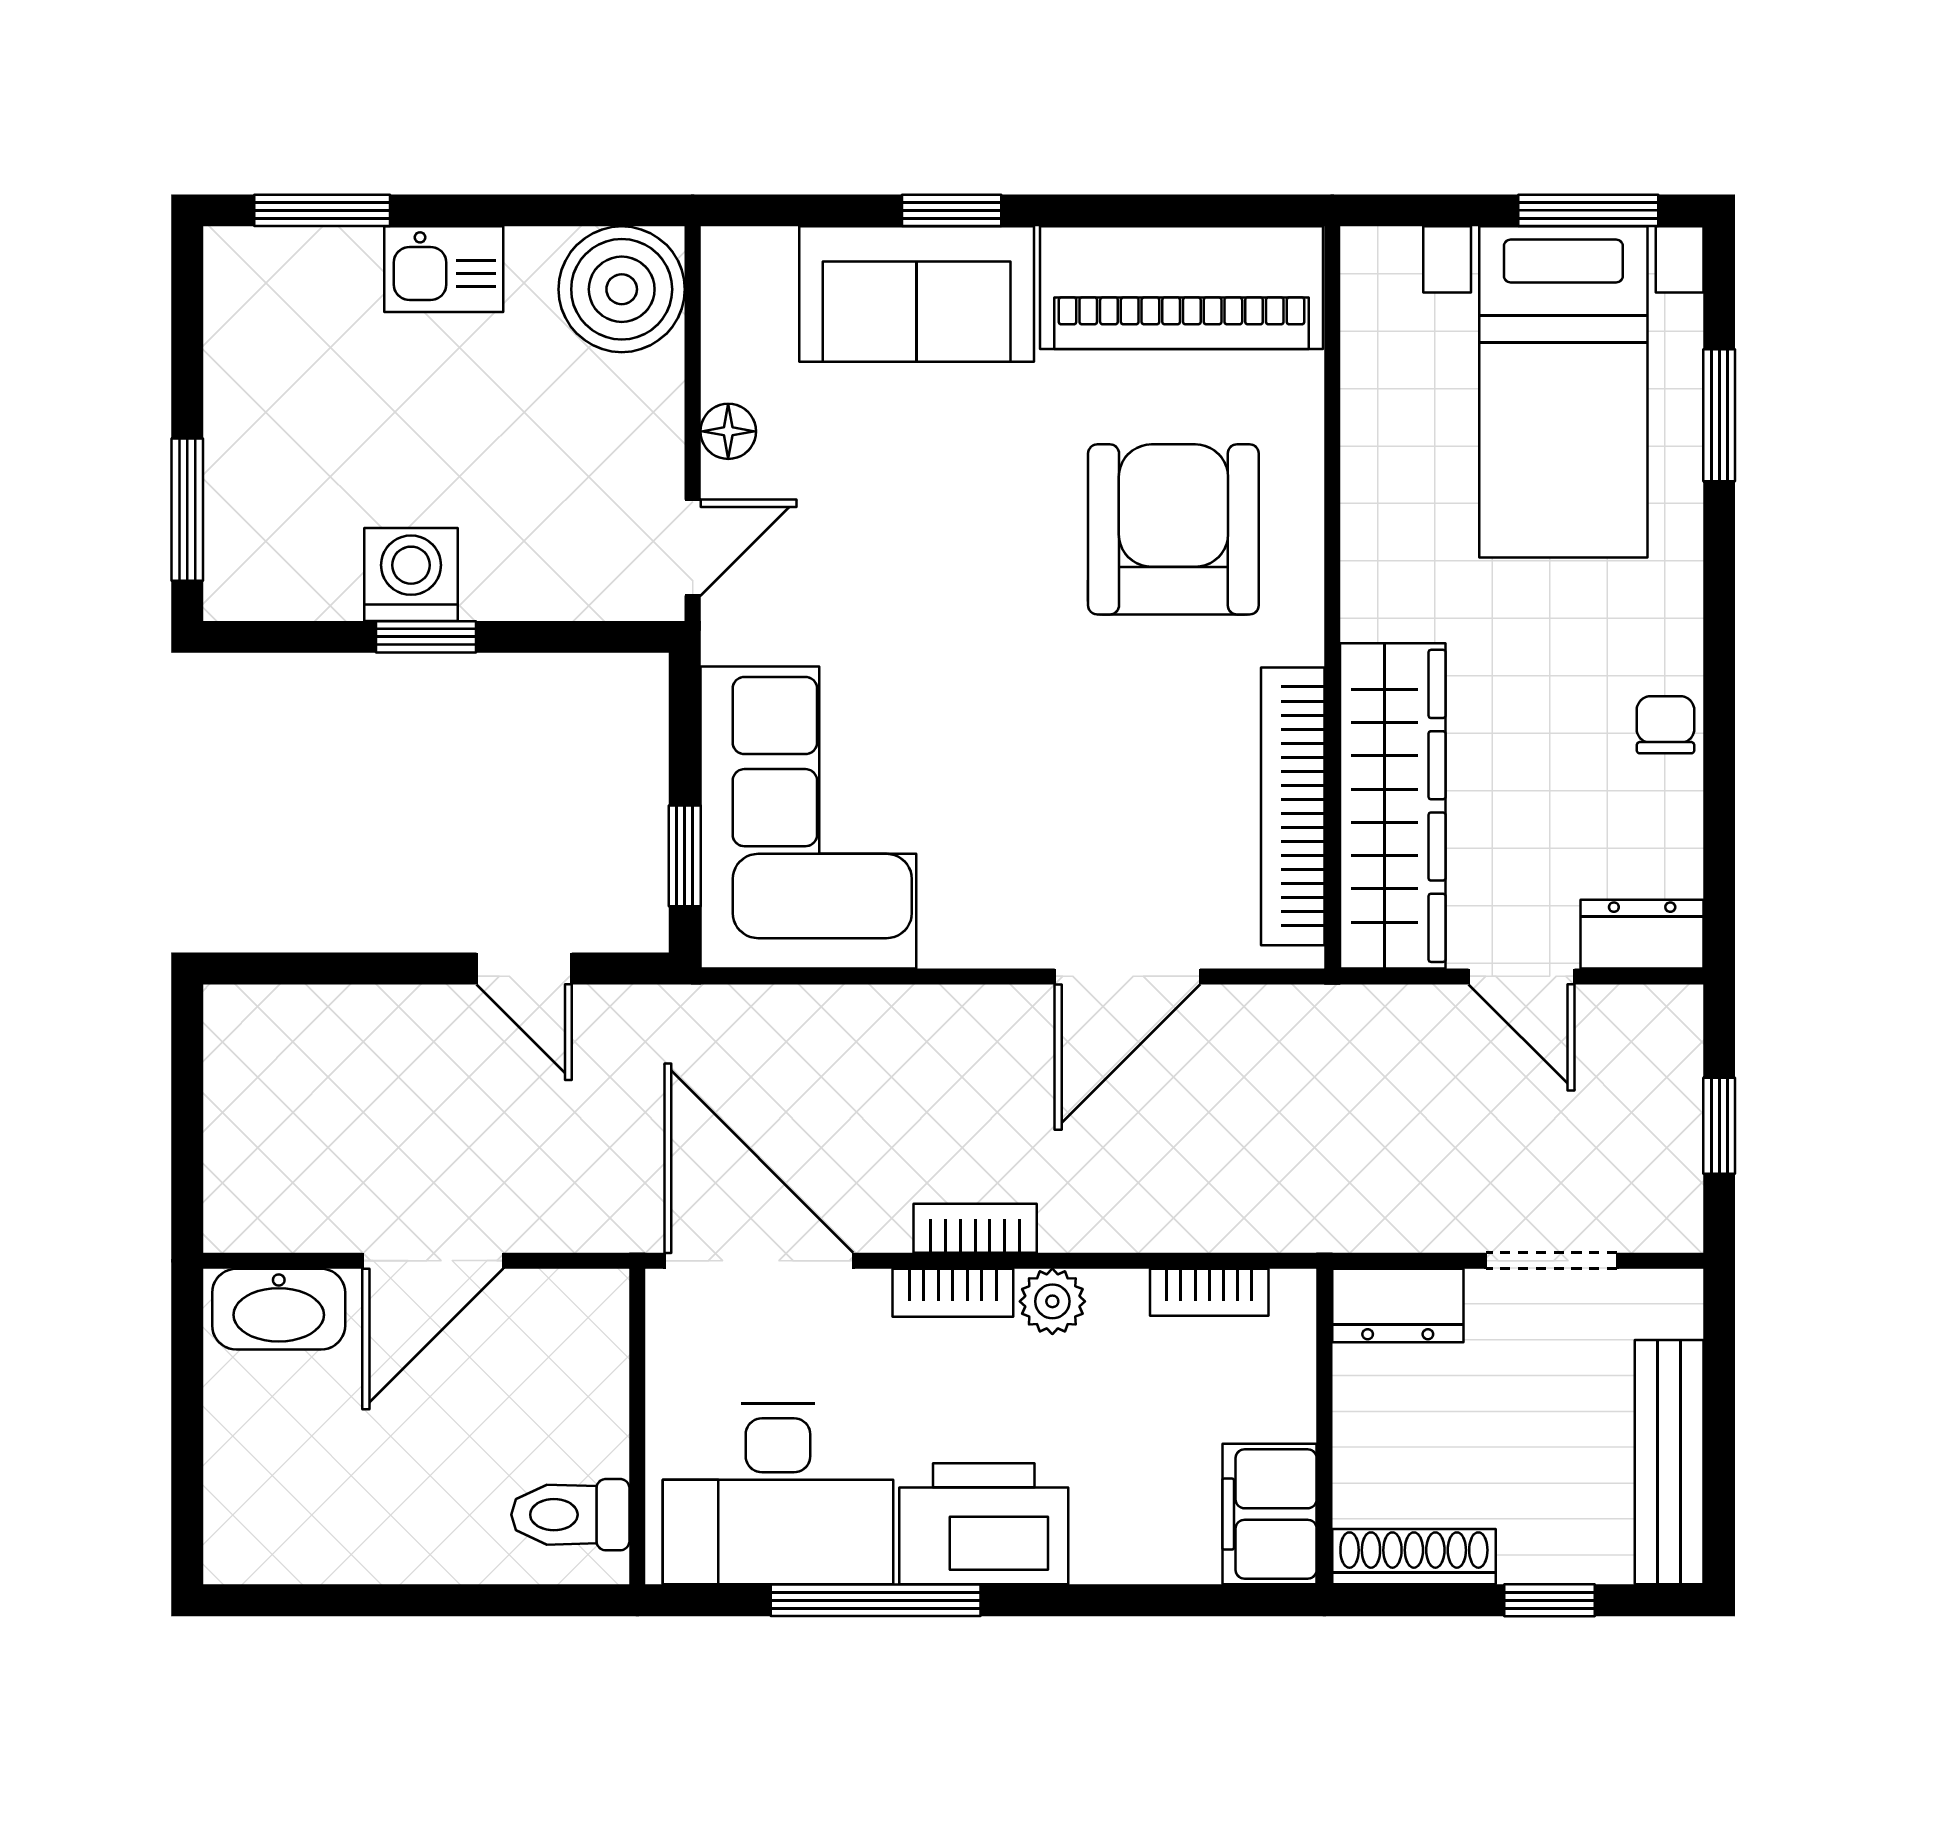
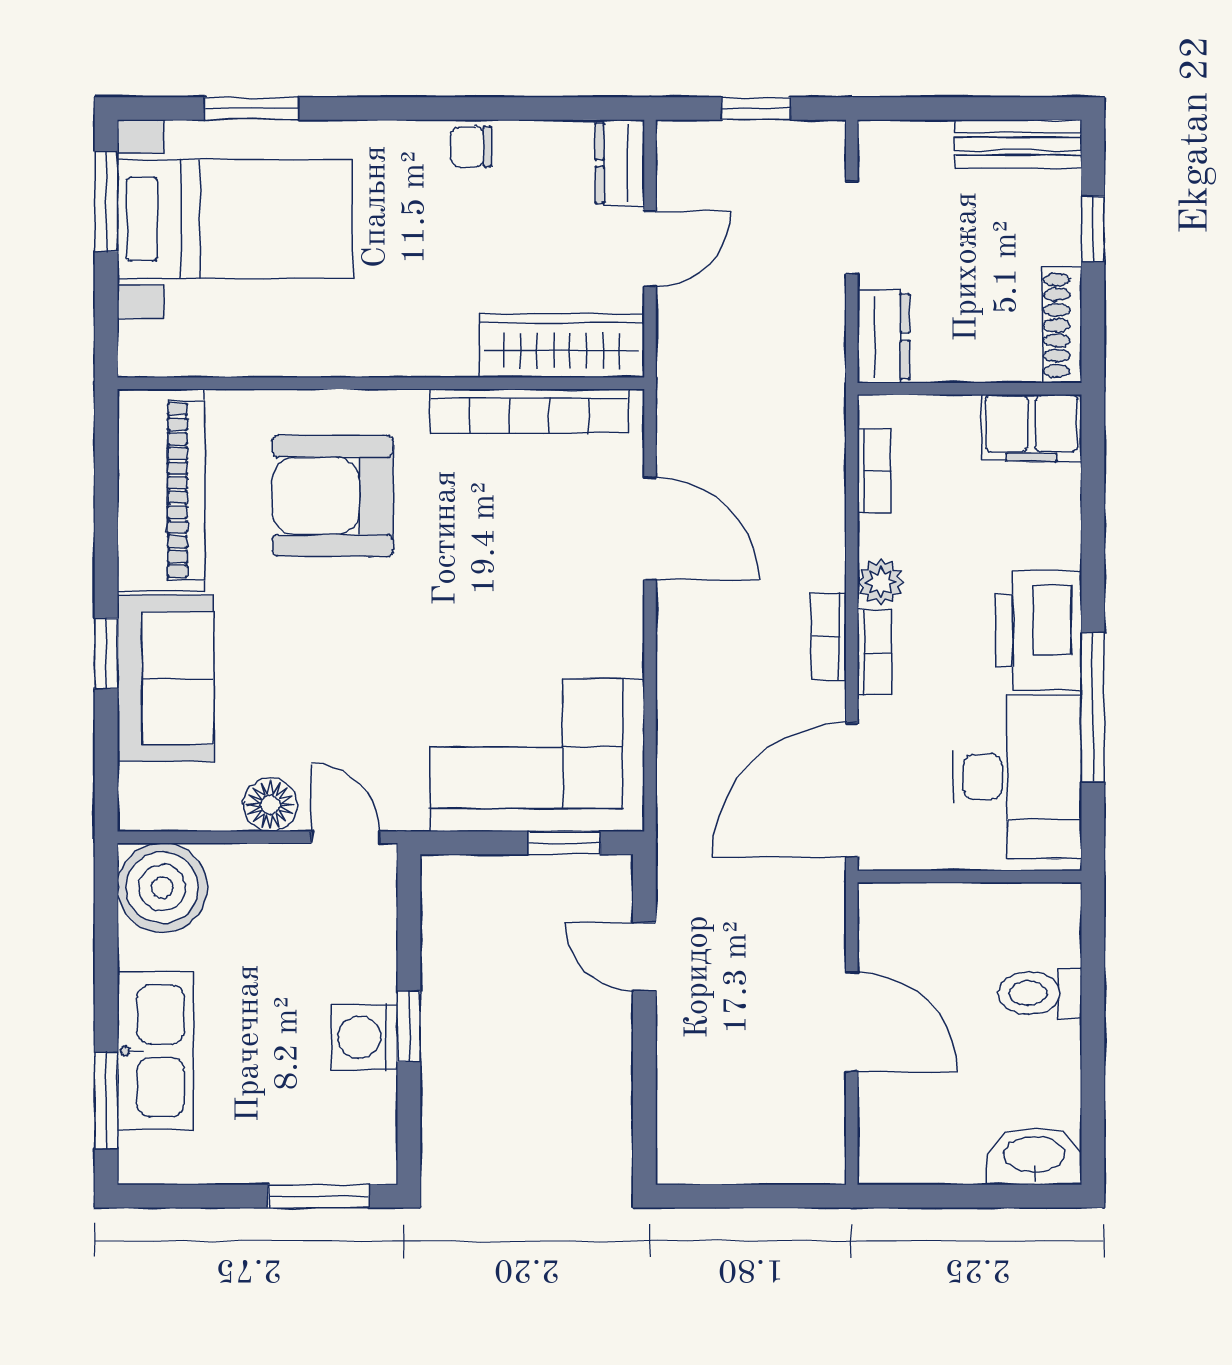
kitchen sink: (444, 269) -> (155, 1051), width x1.87, depth x1.24
floor lamp: (728, 431) -> (270, 805), width x1.37, depth x1.37
wardrobe: (1393, 806) -> (562, 346), width x0.71, depth x0.85
door: (524, 969) -> (644, 957), swing flipped
washbasin: (279, 1309) -> (1034, 1156), moved, turned -90
bench: (1669, 1462) -> (1018, 144), width x0.73
toilet: (570, 1515) -> (1040, 993), moved, turned 90

